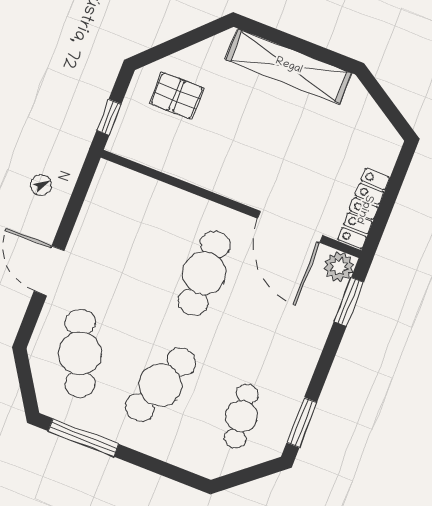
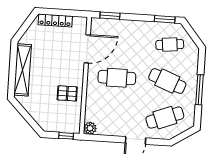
pallet: (177, 96) -> (67, 93), moved, turned 90
locker: (364, 209) -> (55, 20), moved
plant: (339, 267) -> (90, 128), moved
window: (83, 438) -> (199, 90), moved

